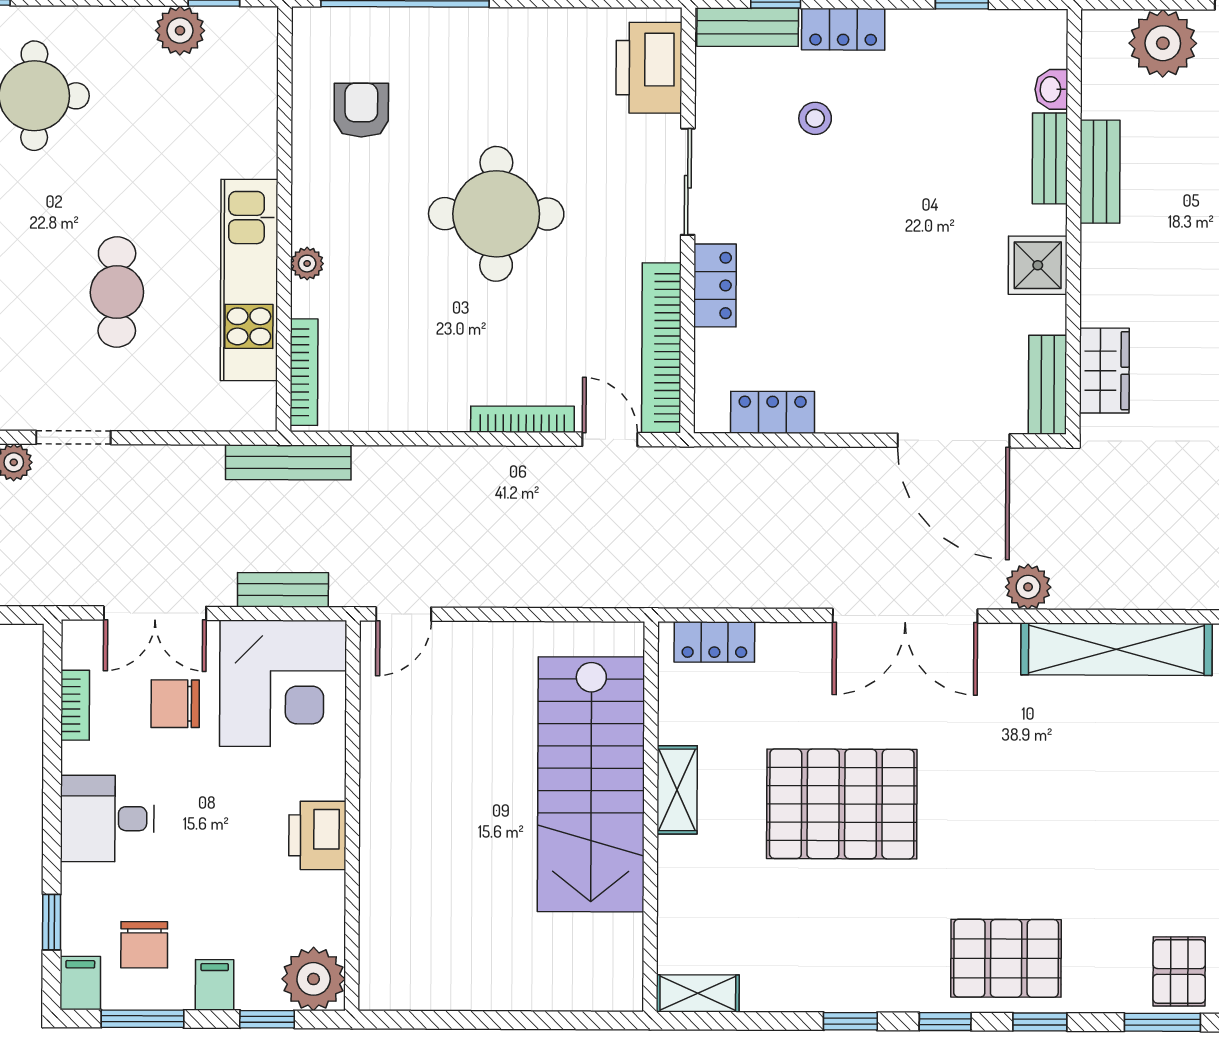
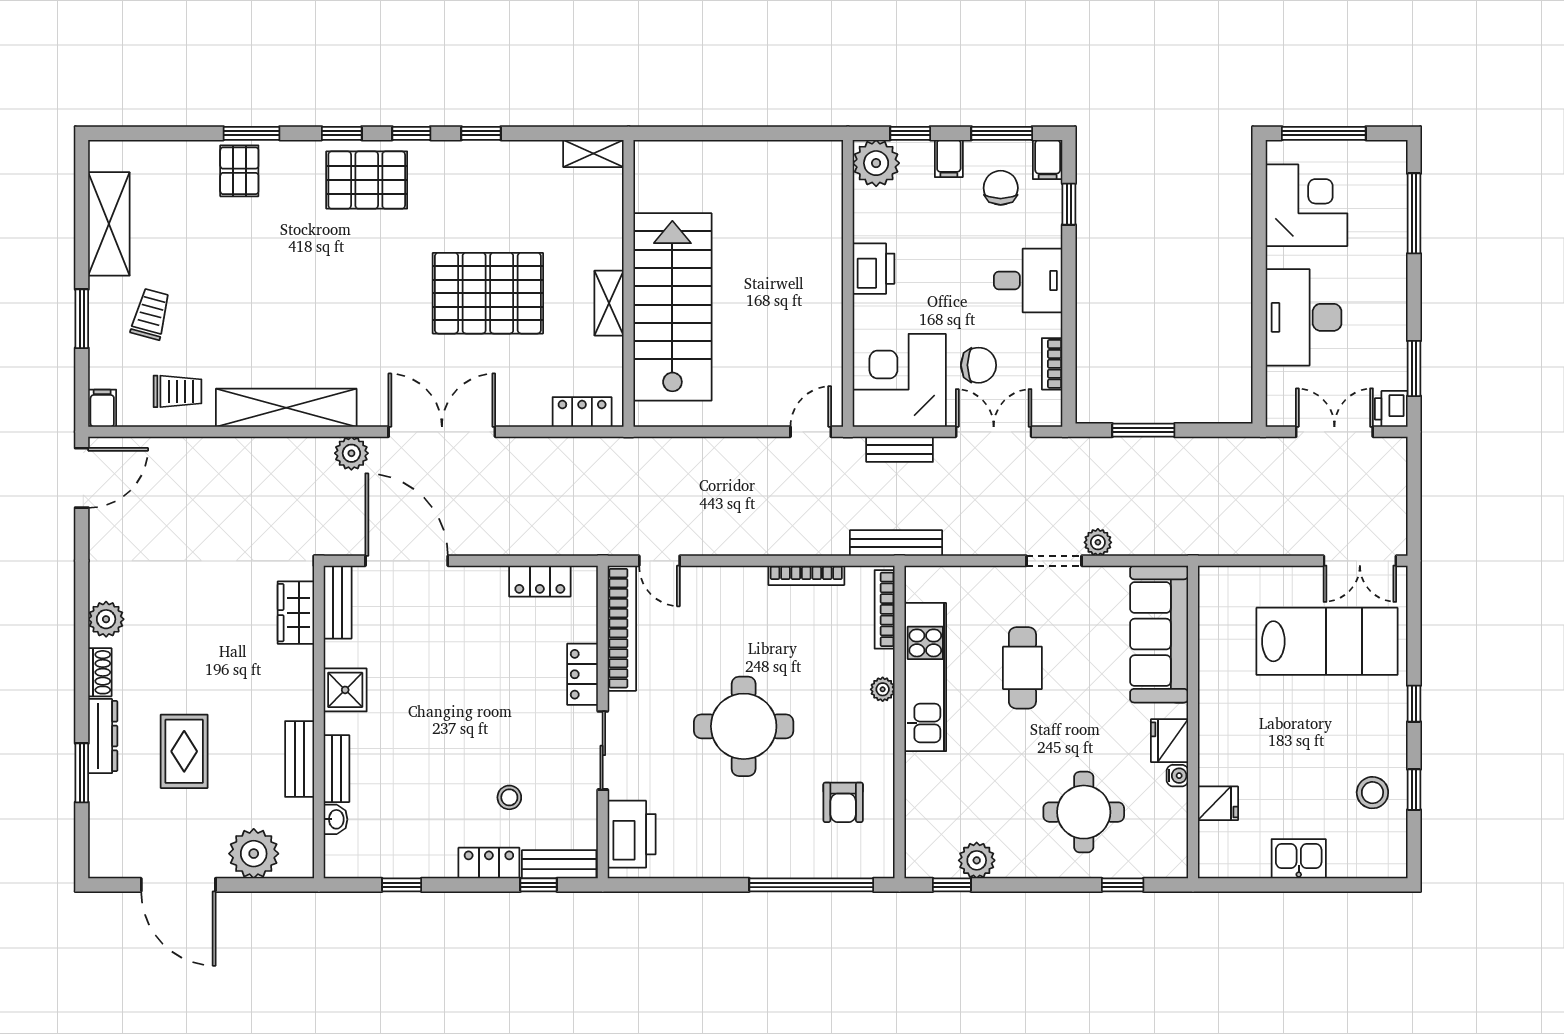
bookcase: (522, 419) -> (806, 575), moved

